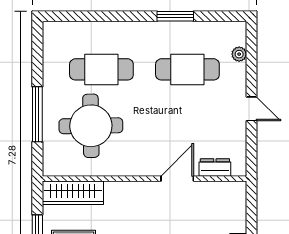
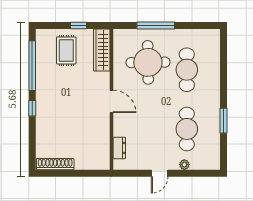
plant: (239, 54) -> (184, 165), moved
door: (177, 179) -> (112, 101), moved

